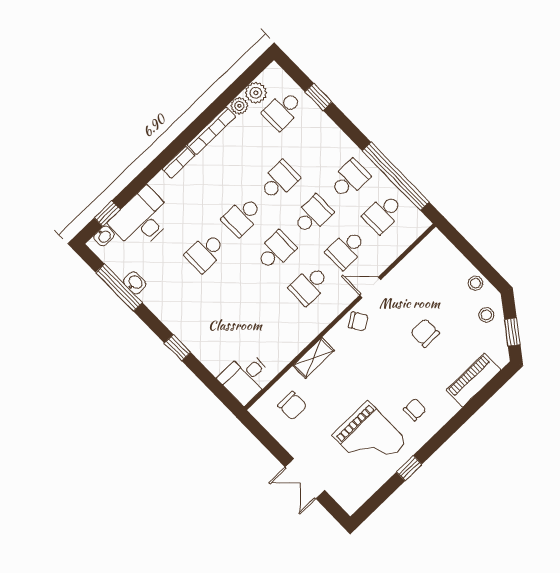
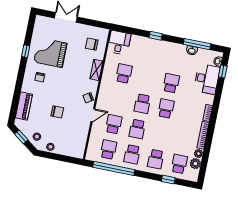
school desk: (279, 181) -> (156, 159), moved
school desk: (309, 285) -> (124, 74), moved

